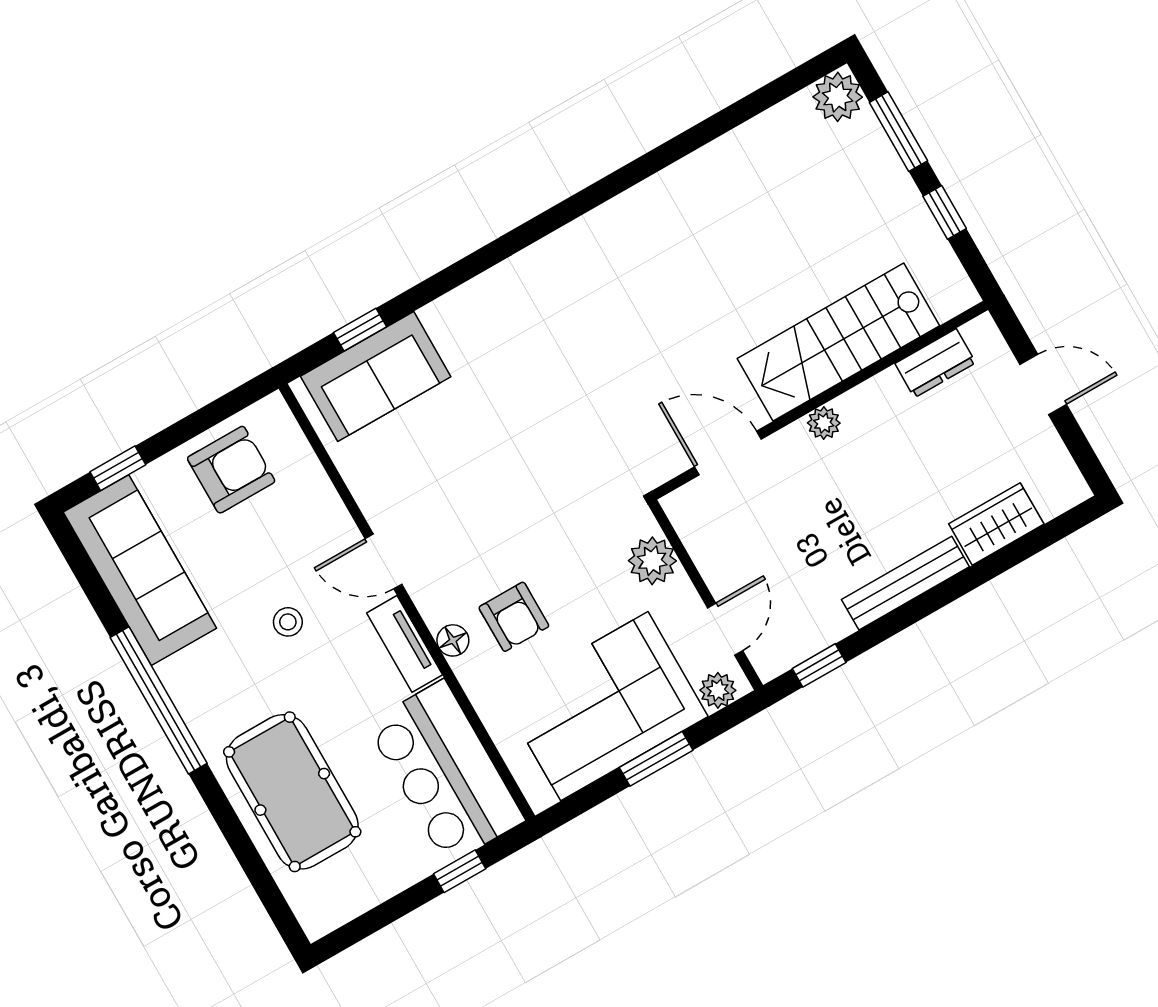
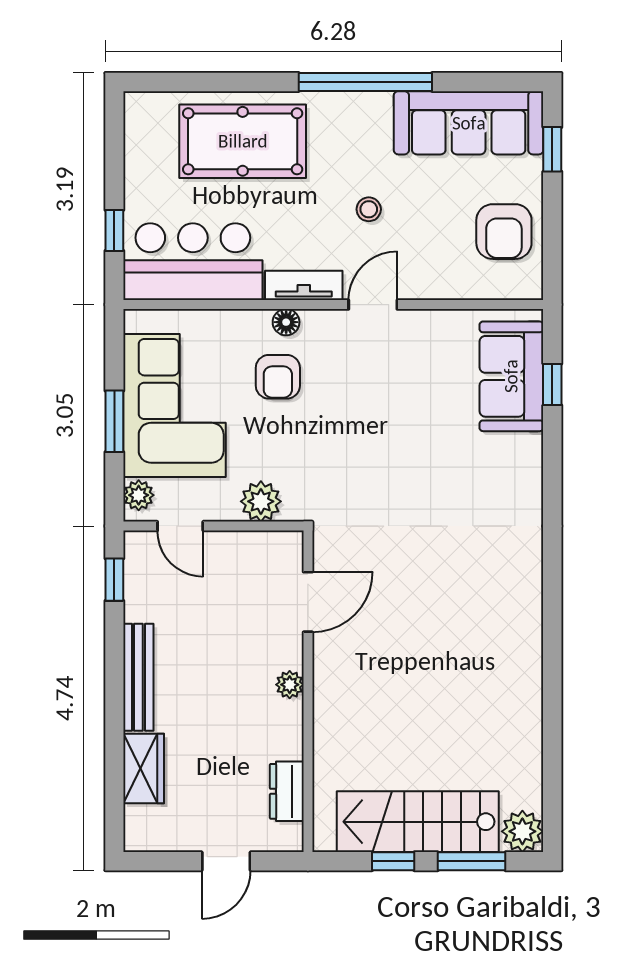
stairs: (838, 342) -> (418, 822), moved, turned -90
armchair: (514, 617) -> (278, 377), turned -90

